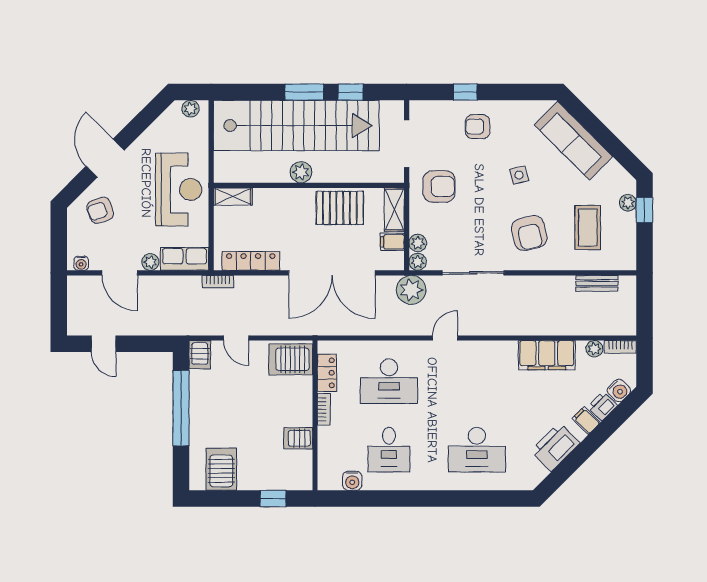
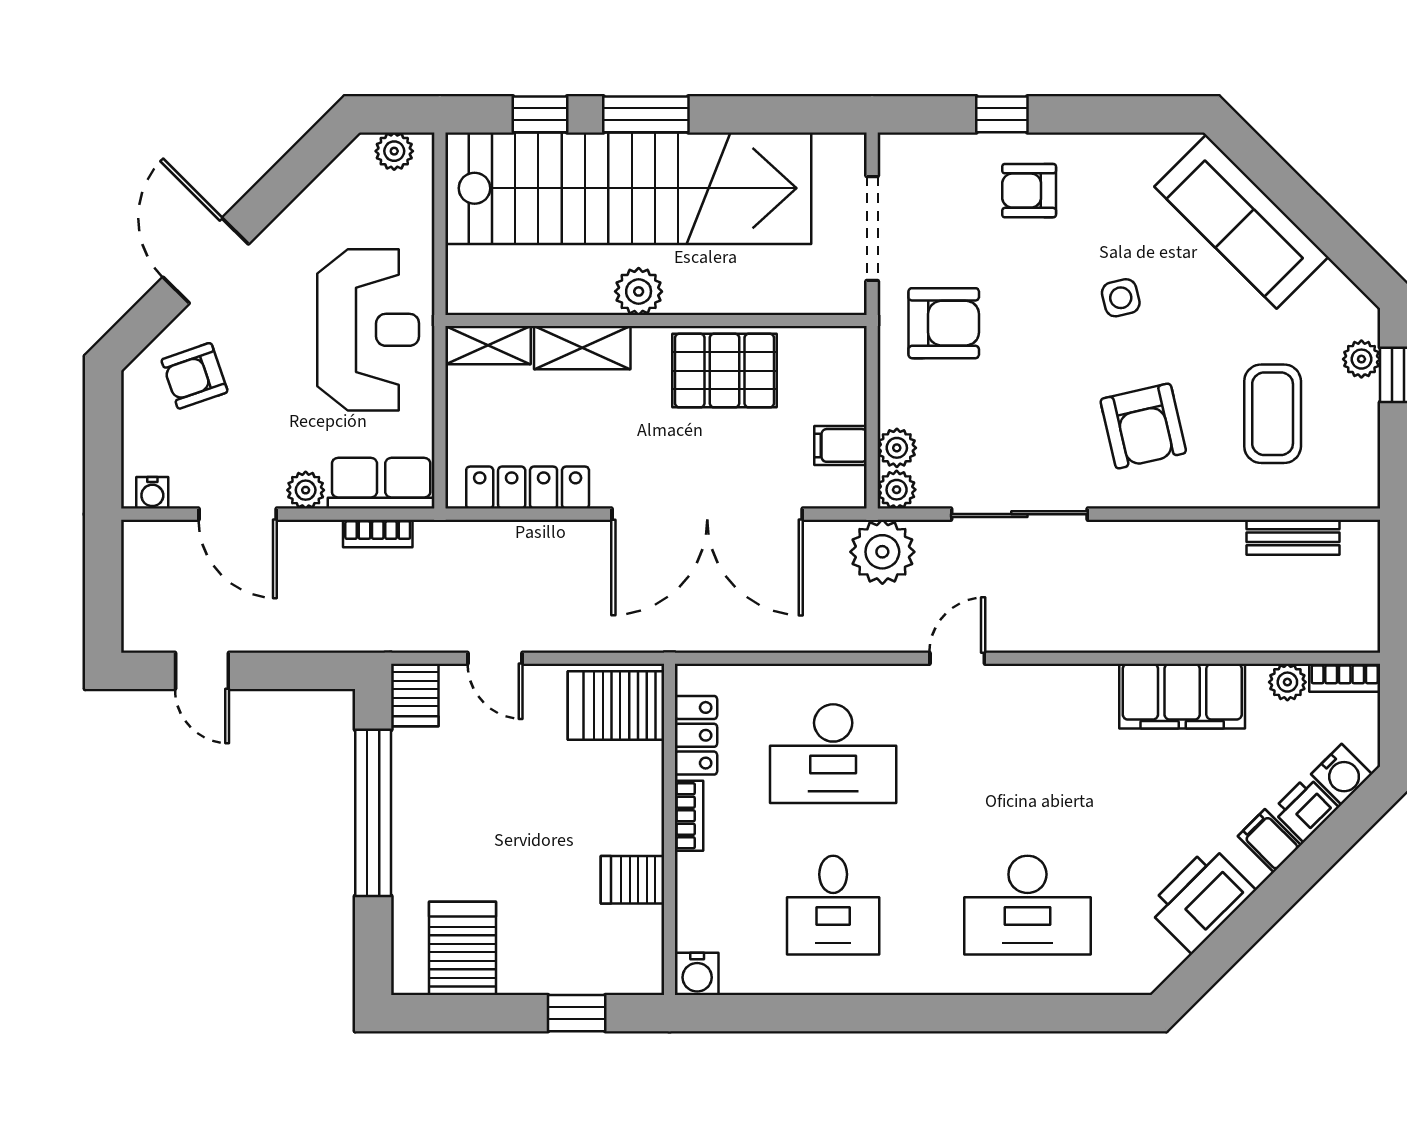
window: (351, 92) -> (540, 114), moved
shelving: (394, 210) -> (582, 348), moved, turned 90
bookcase: (218, 282) -> (378, 533), moved
water cooler: (352, 481) -> (697, 974), moved

